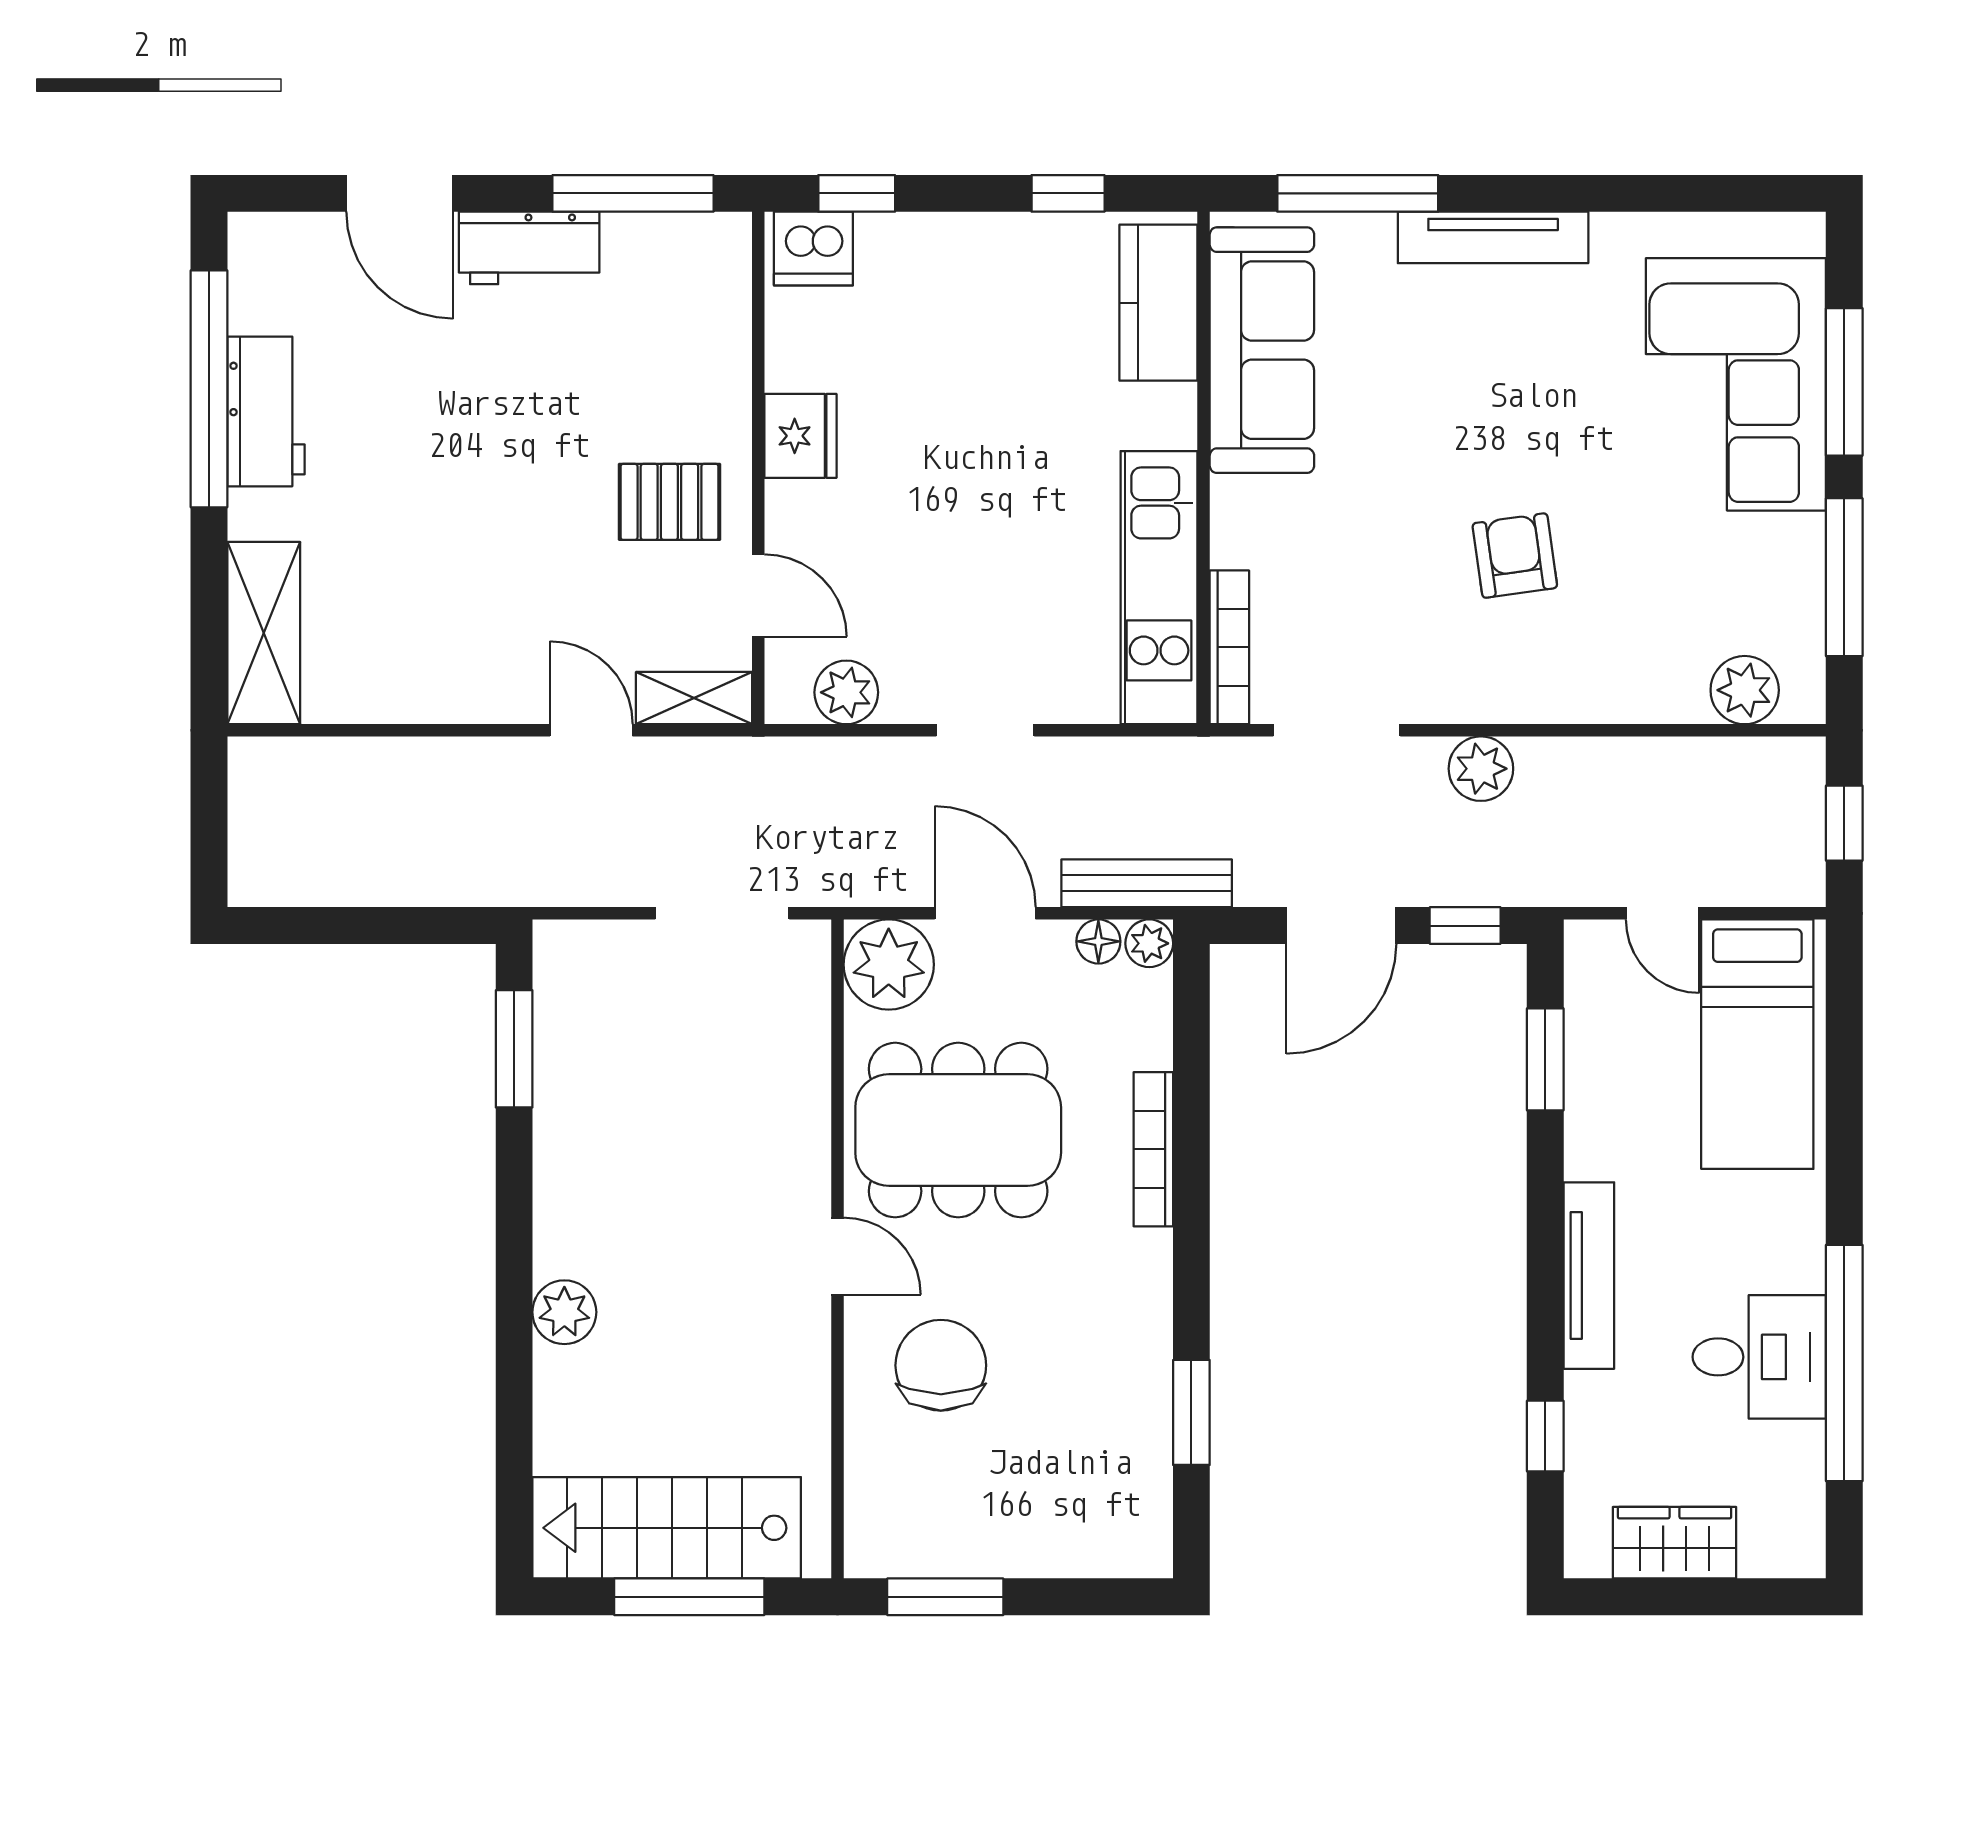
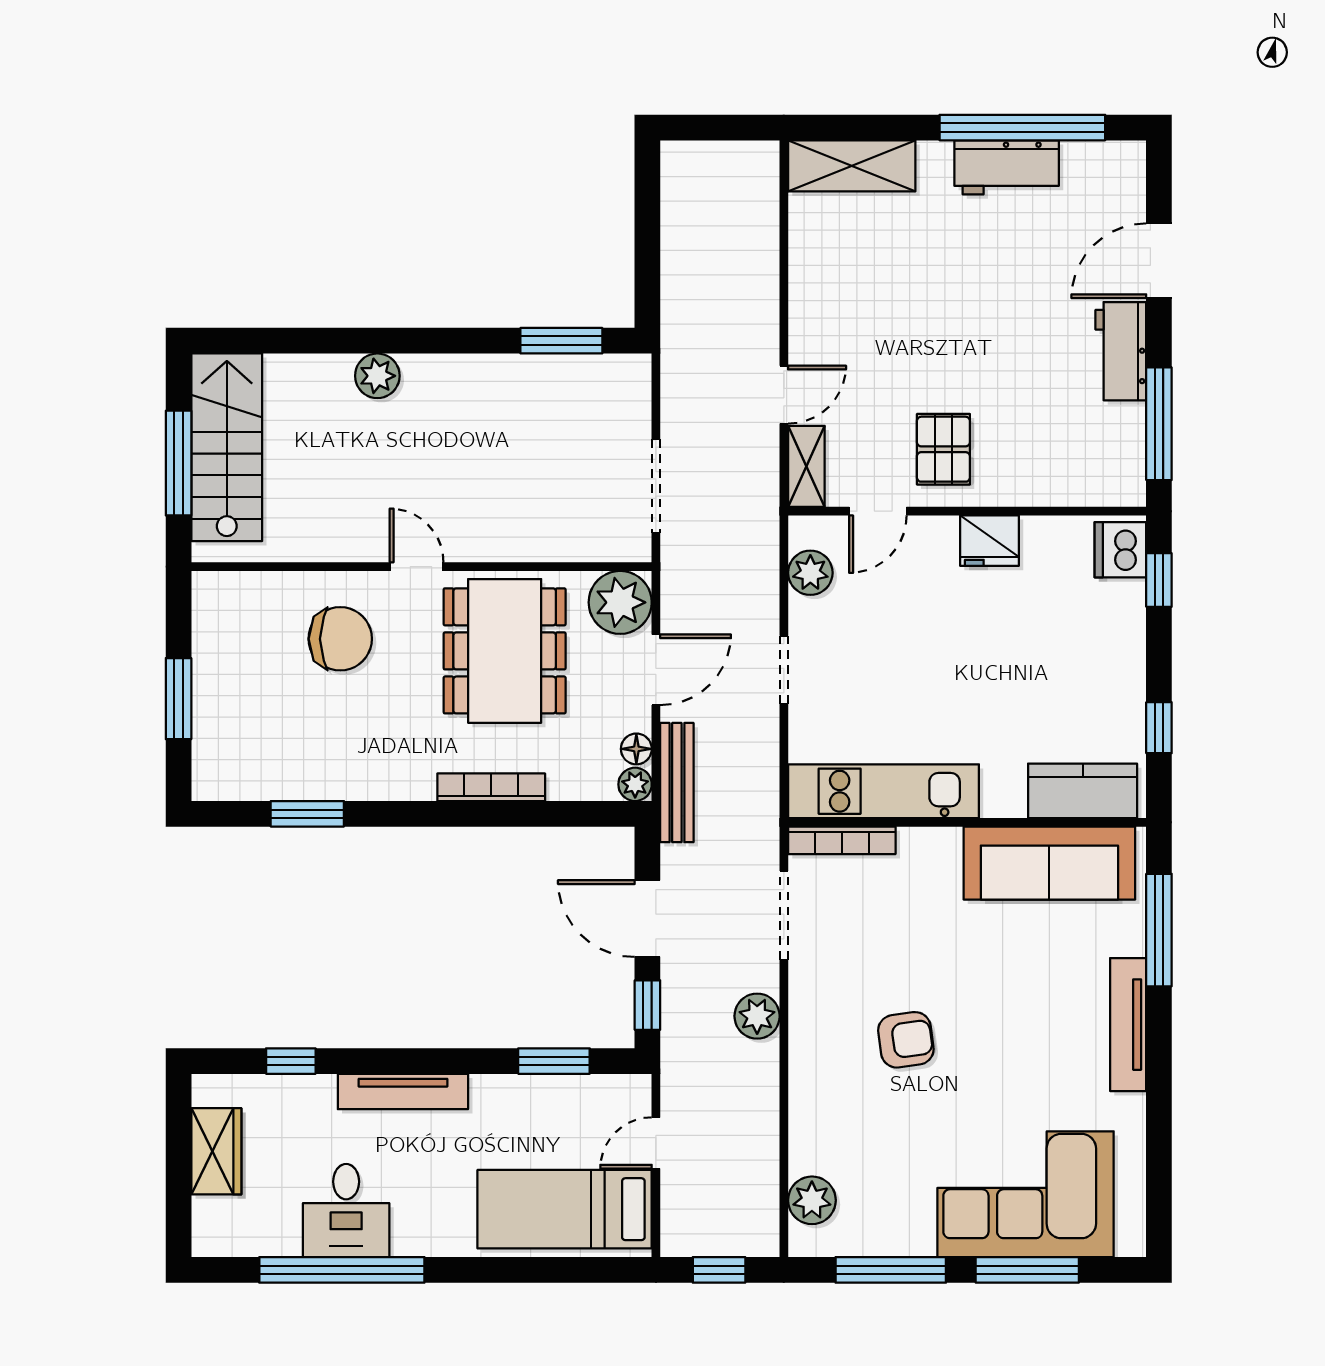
door: (837, 1256) -> (417, 567), swing flipped
window: (945, 1597) -> (179, 699), moved

